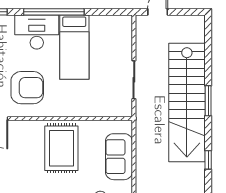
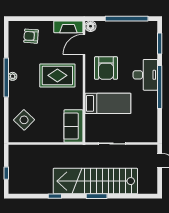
bed: (74, 47) -> (108, 103), moved, turned 180
rug: (61, 148) -> (57, 75), moved
sofa: (119, 157) -> (73, 126), moved, turned -90

